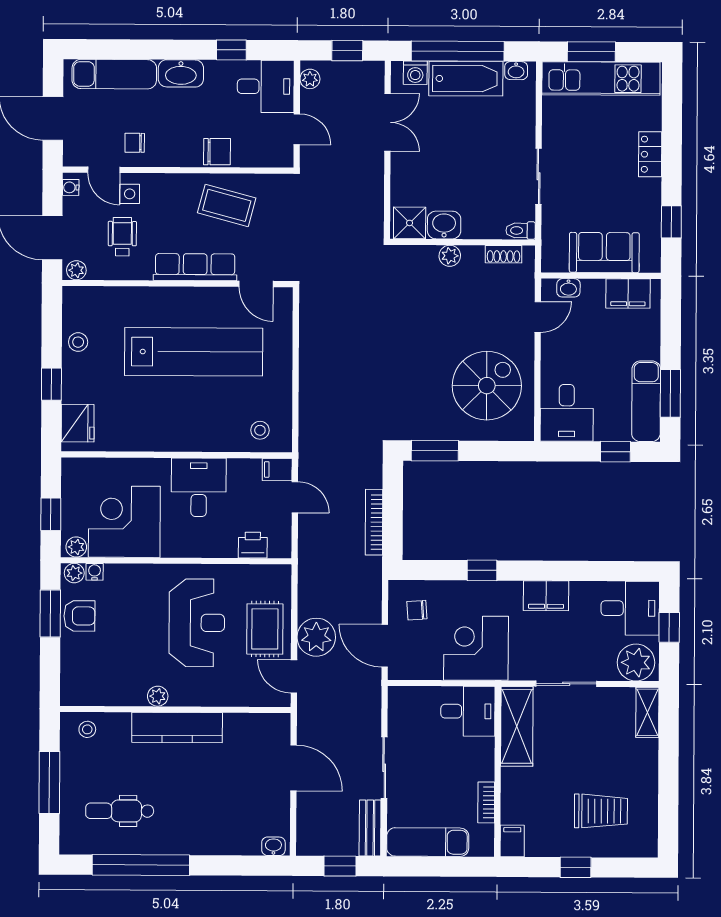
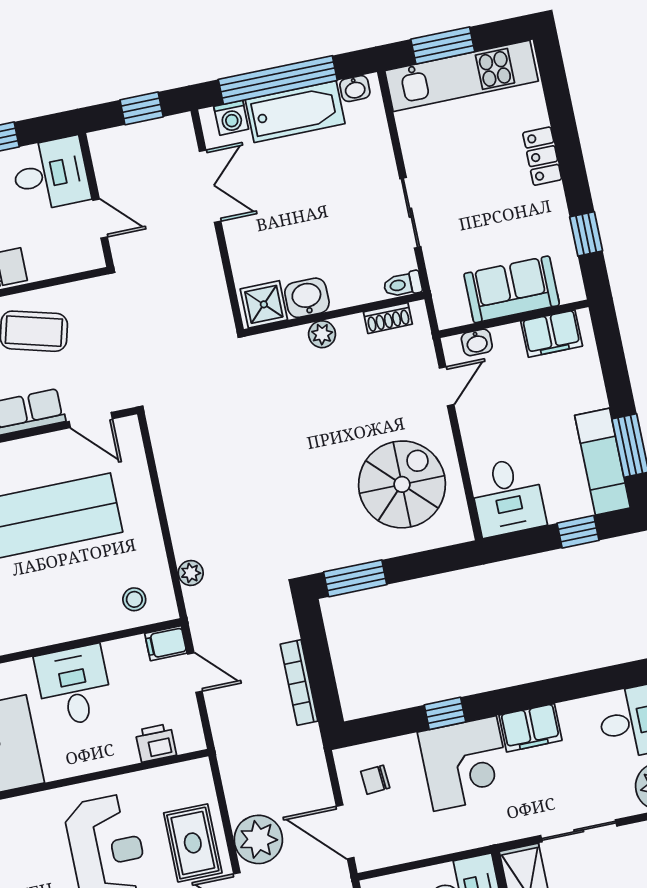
plant: (310, 79) -> (191, 573), moved
corner desk: (476, 648) -> (465, 764), moved, turned 180

